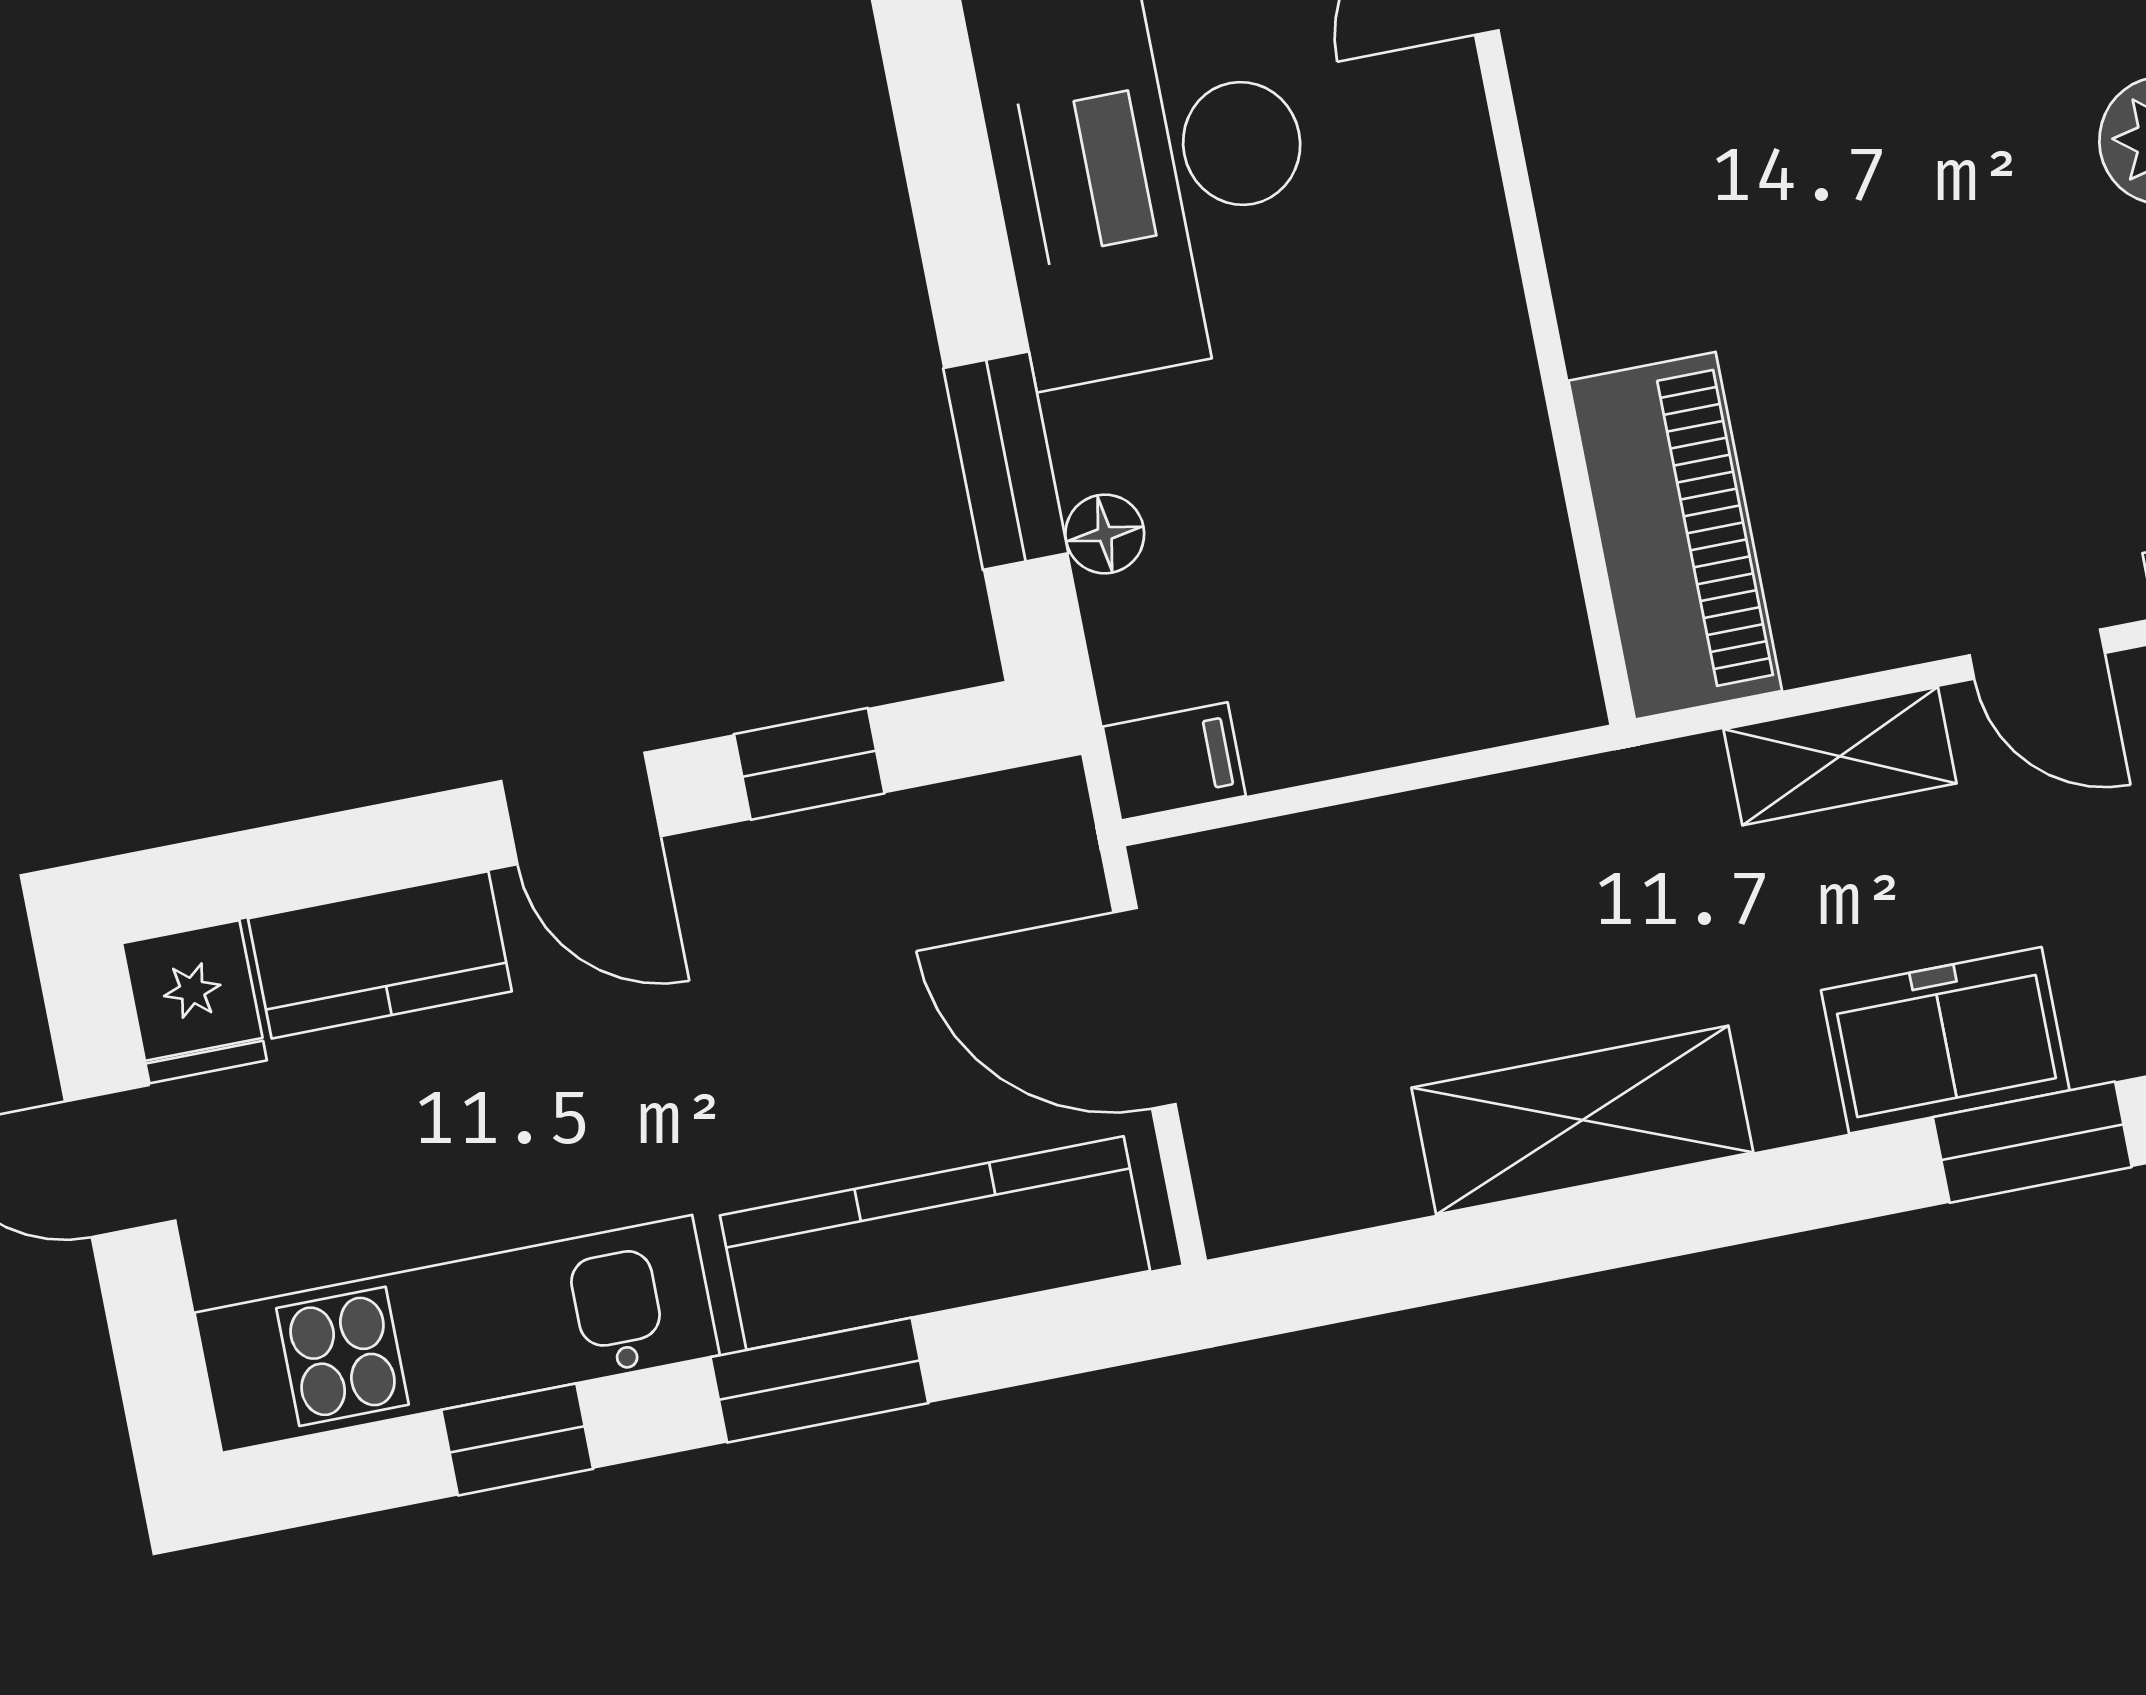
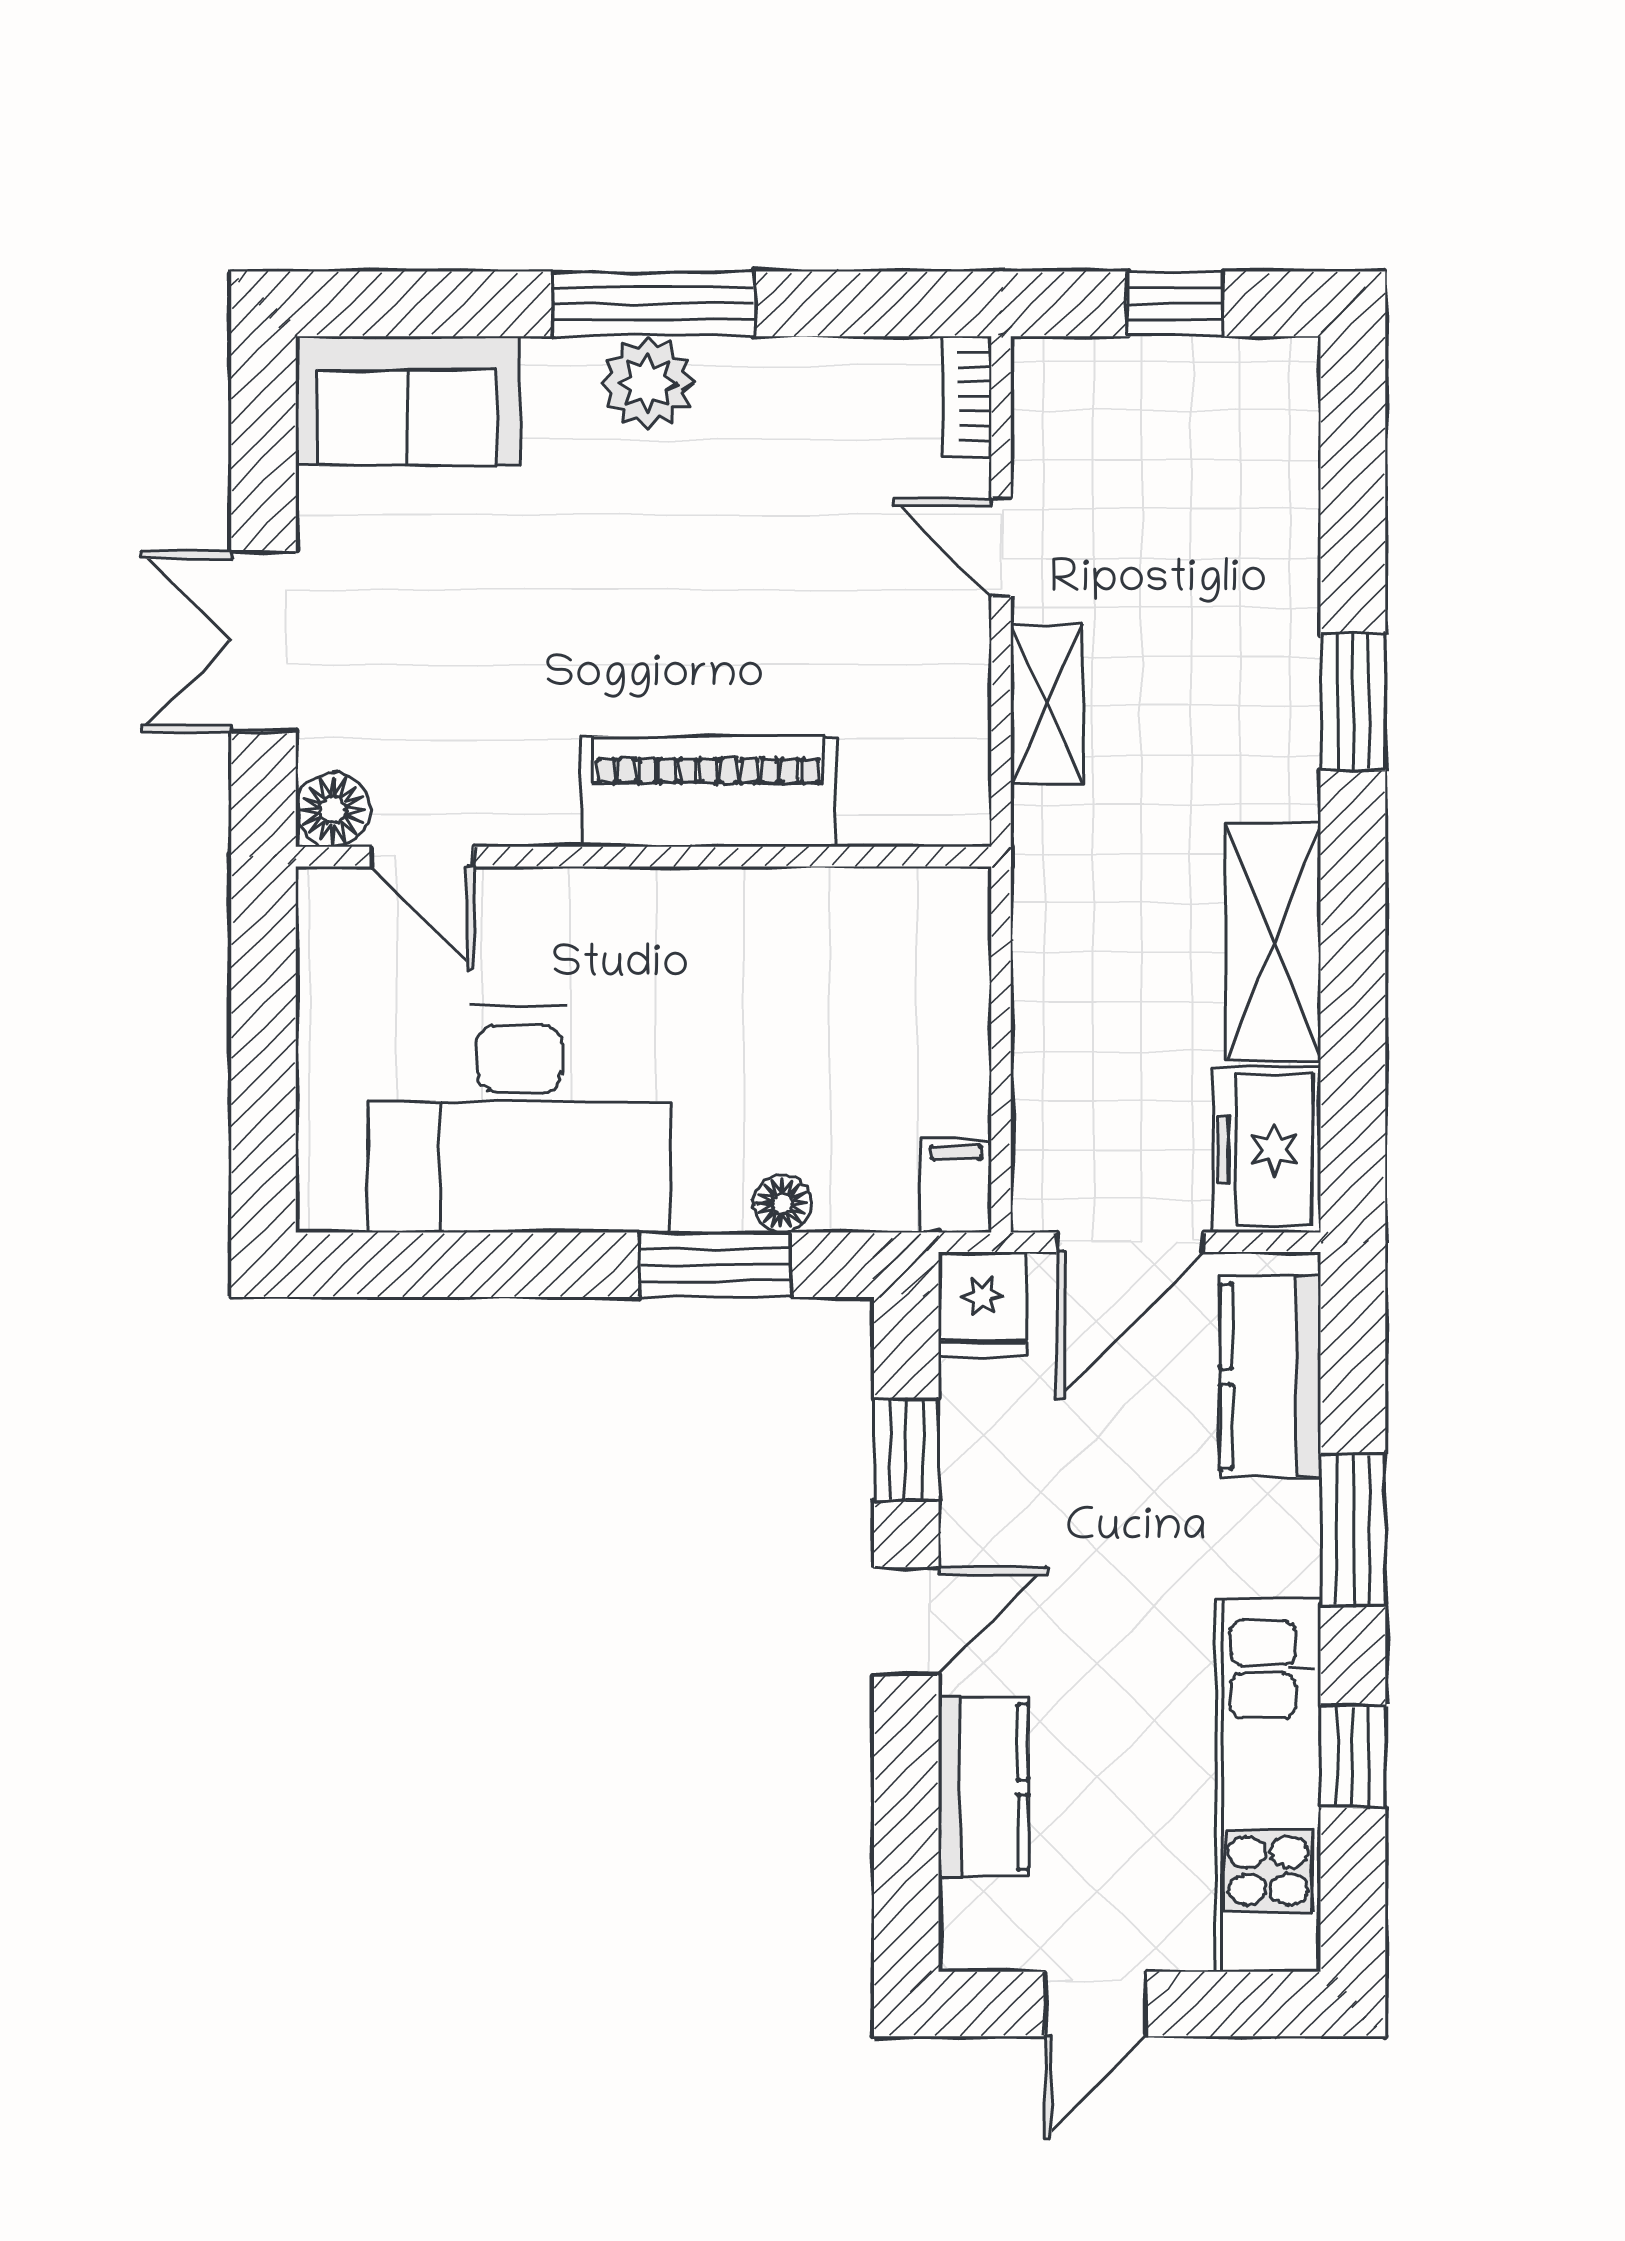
piano: (1675, 536) -> (709, 792), moved
door: (2037, 654) -> (1001, 547), swing flipped
fridge: (194, 1002) -> (982, 1304), moved, turned 90
freezer: (1945, 1040) -> (1267, 1150), moved
window: (2032, 1142) -> (1353, 702), moved
kitchen counter: (935, 1243) -> (1270, 1376), width x0.67

